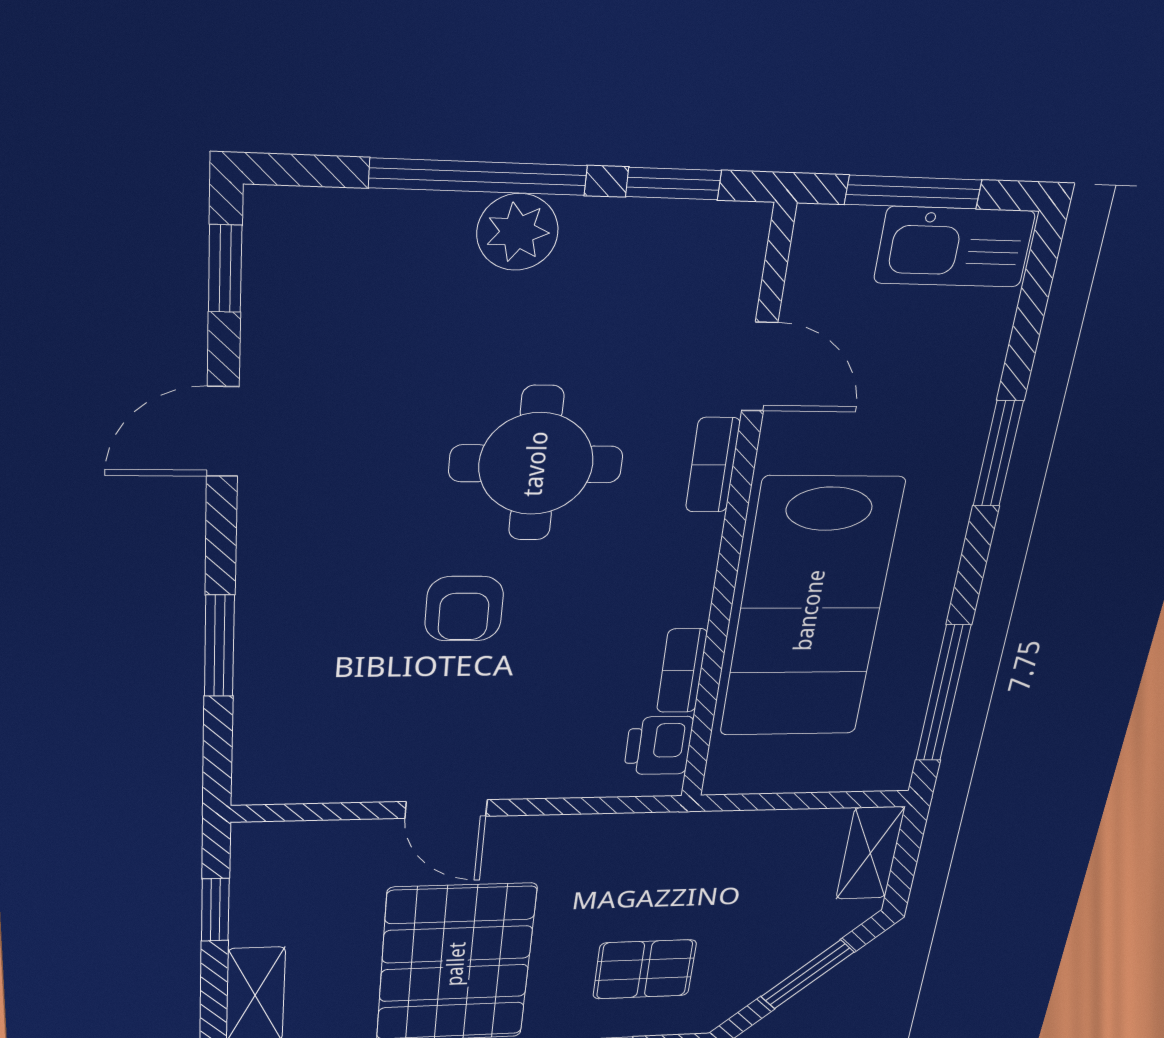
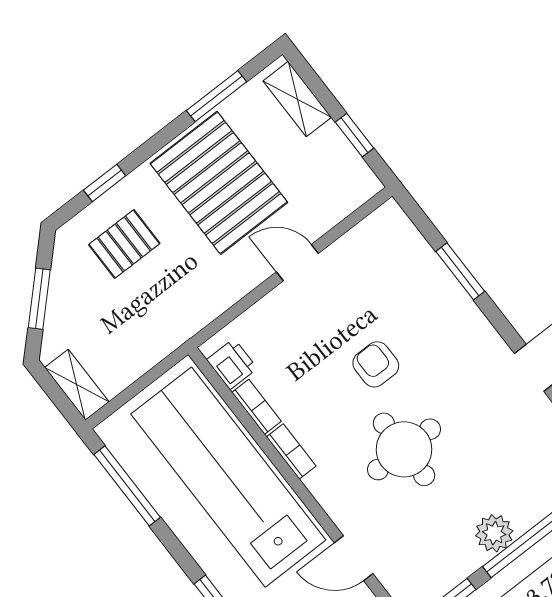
bookcase: (713, 465) -> (291, 451), moved
lab bench: (810, 610) -> (228, 477), width x1.36

